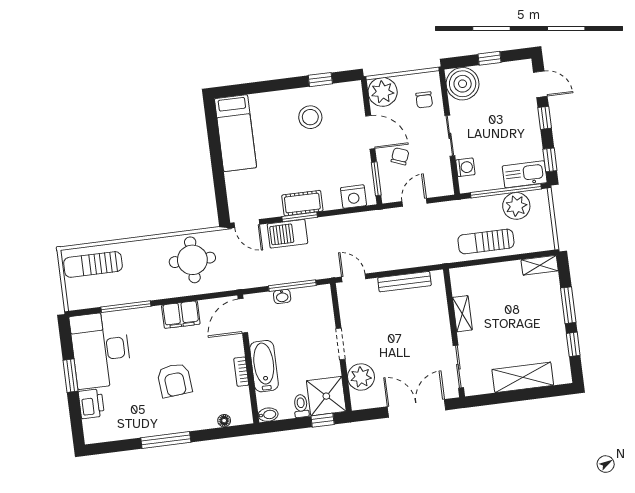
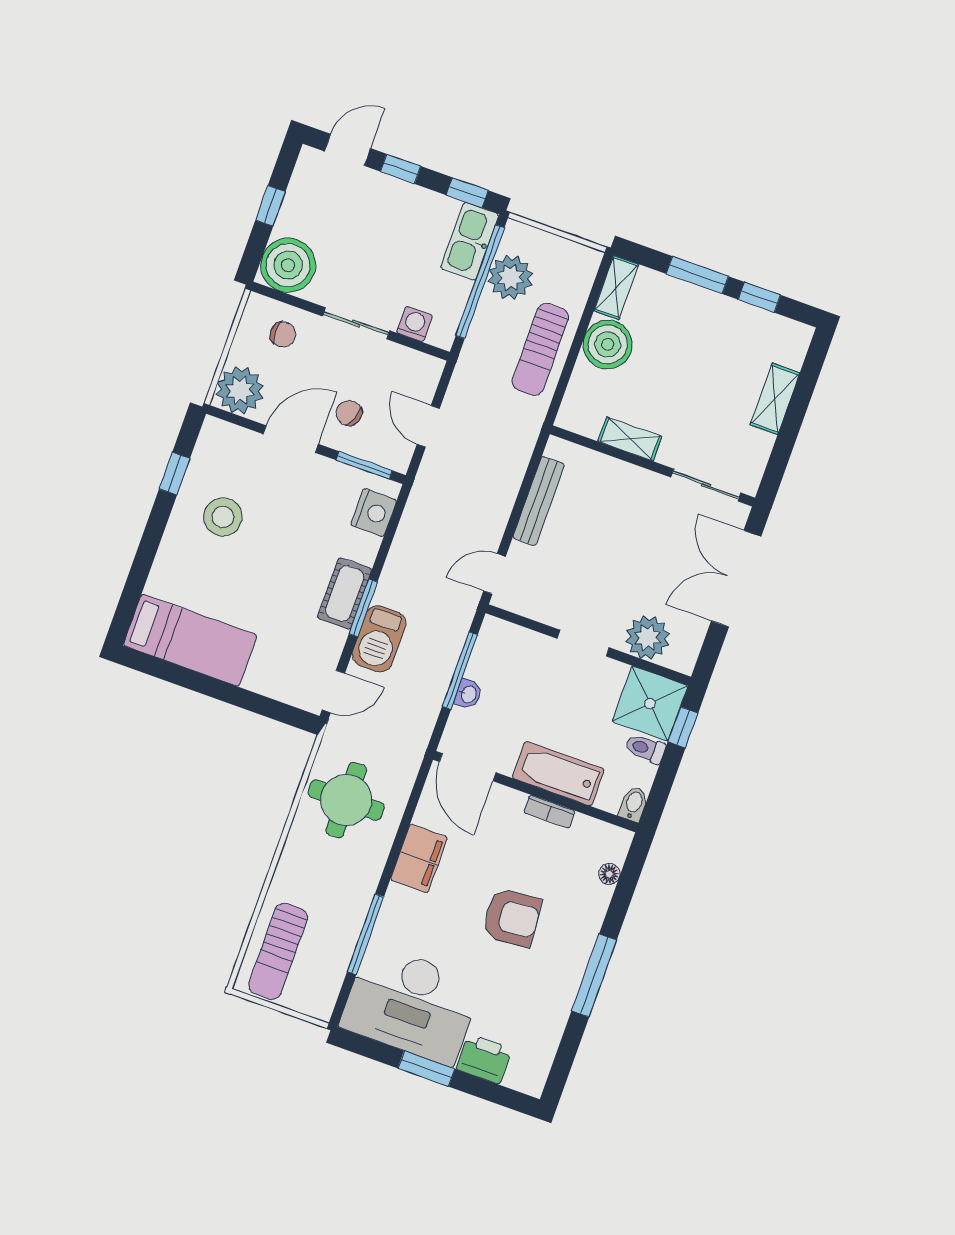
boiler: (507, 276) -> (608, 344), added
shelving: (523, 377) -> (775, 399), width x0.67, depth x0.75

